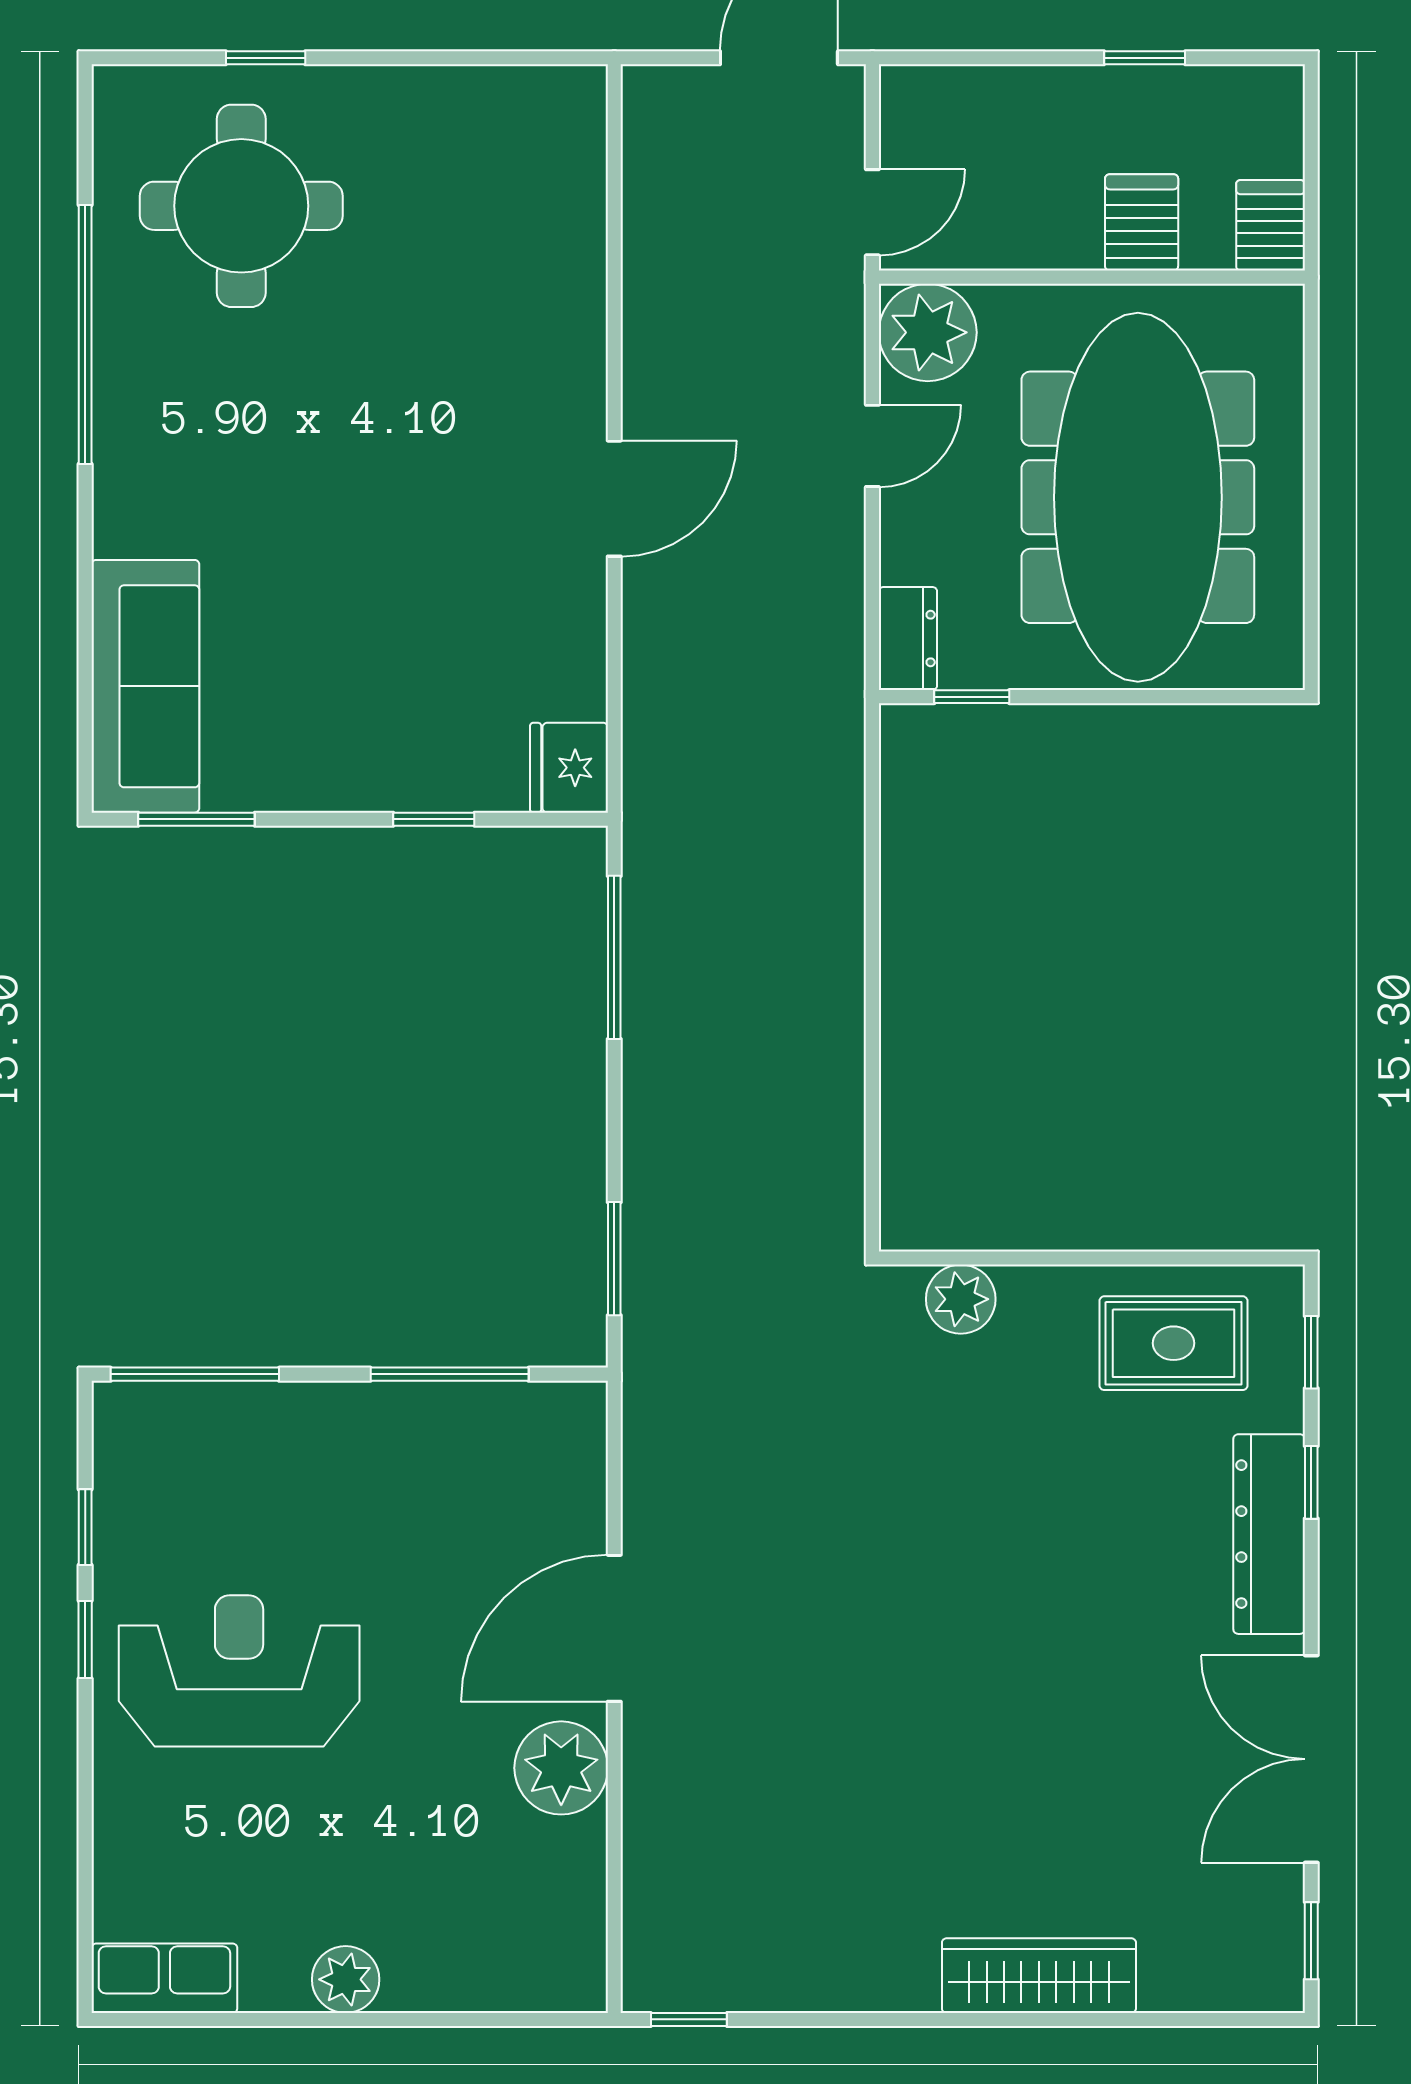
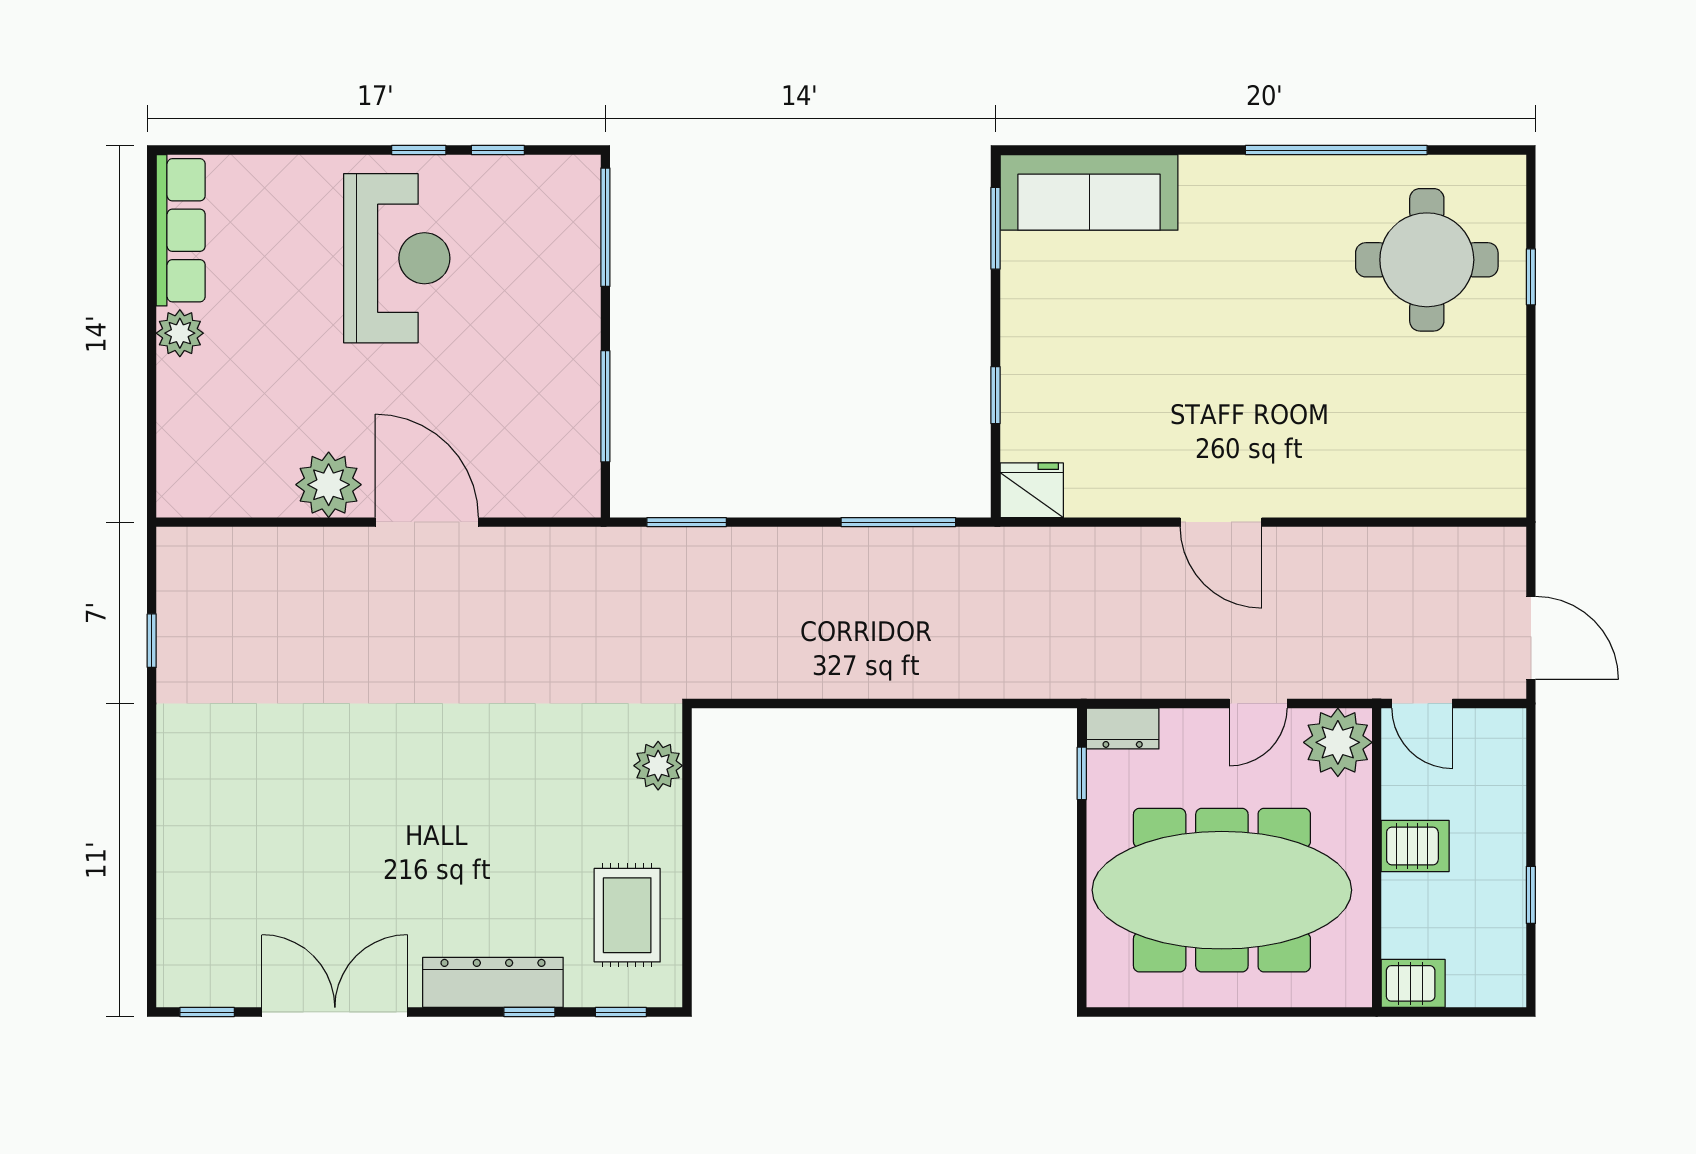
server rack: (1142, 222) -> (1415, 846), moved
door: (872, 446) -> (1258, 704), hinge flipped
wardrobe: (1039, 1976) -> (183, 821), removed
row of seats: (164, 1978) -> (181, 230), width x1.48
window: (689, 2019) -> (152, 641), moved

